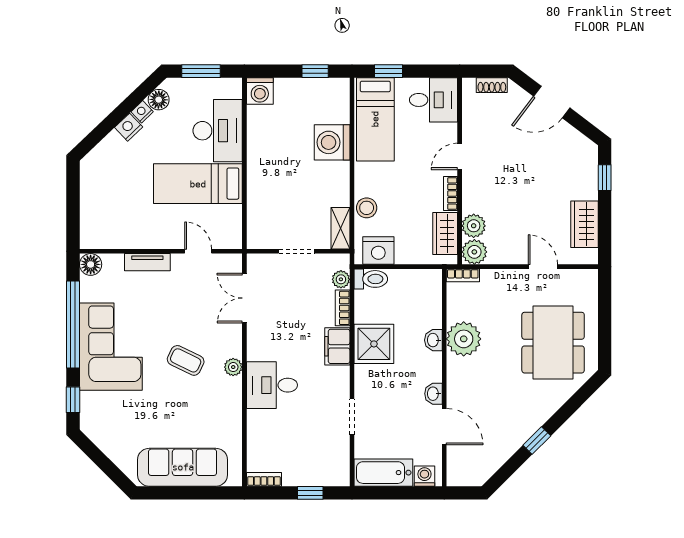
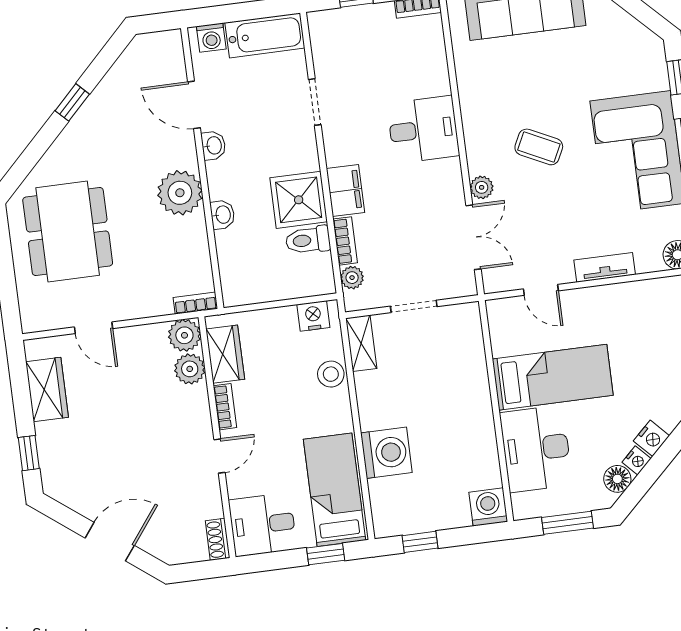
shoe rack: (492, 85) -> (218, 539), moved, turned -90
nightstand: (378, 250) -> (313, 316), width x0.74, depth x0.75
toilet: (371, 279) -> (308, 240), moved
plant: (464, 339) -> (180, 193), moved
plant: (233, 367) -> (482, 187), moved

